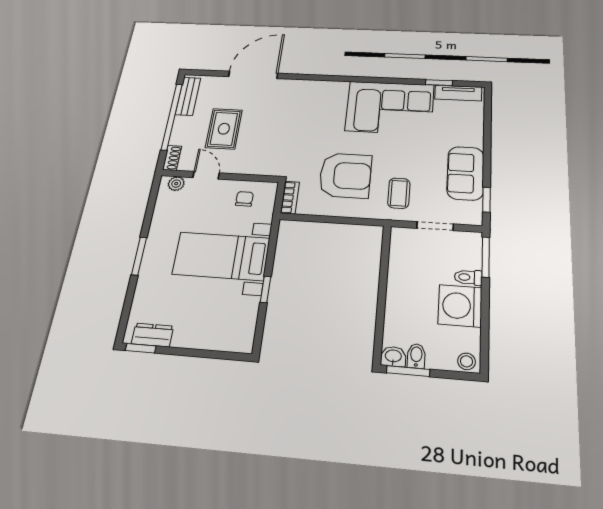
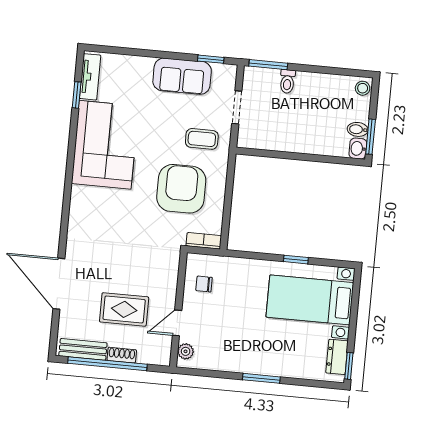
shoe rack: (172, 158) -> (122, 355), moved
bed with nightstands: (221, 256) -> (310, 300), moved, turned 90
washing machine: (460, 306) -> (314, 90), removed

